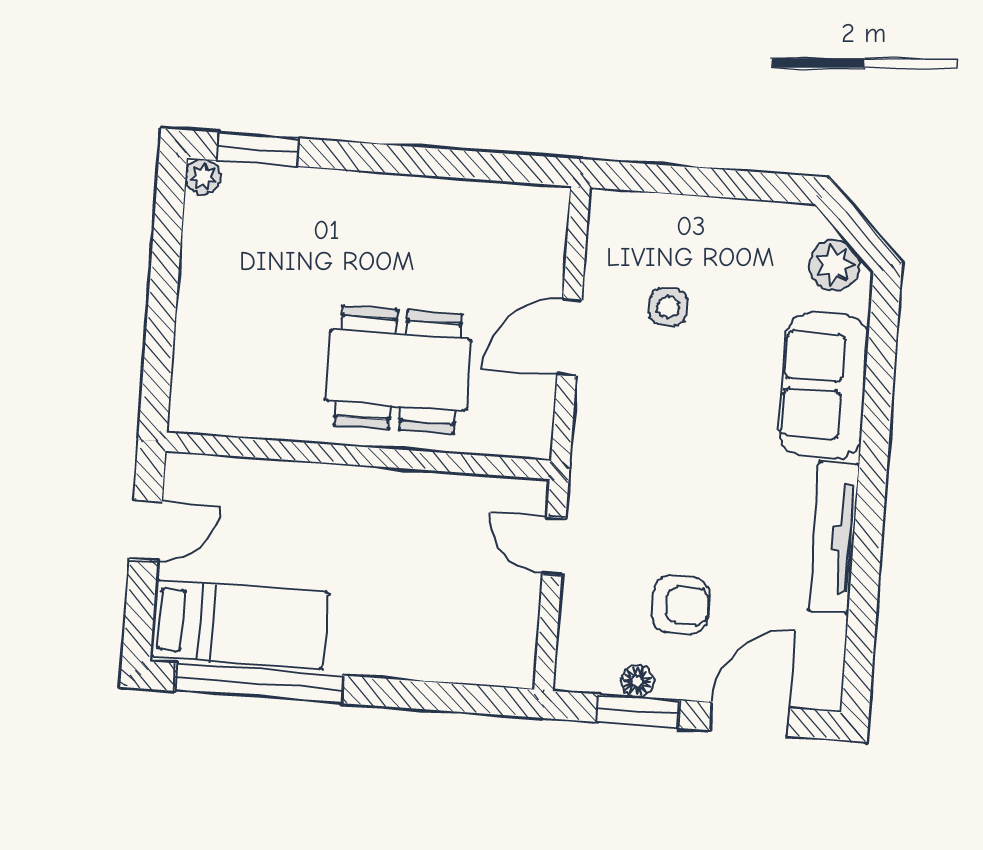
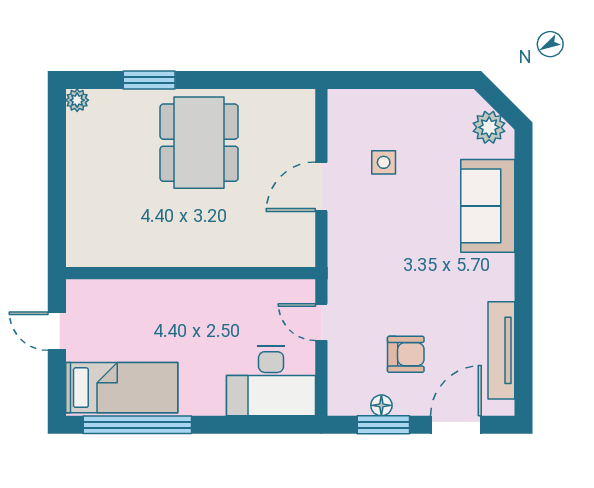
window: (258, 149) -> (149, 80), moved
dining table: (398, 370) -> (199, 143), moved, turned 90
door: (146, 530) -> (57, 331), swing flipped
tv unit: (834, 538) -> (501, 350), moved
desk: (470, 631) -> (271, 381), added

